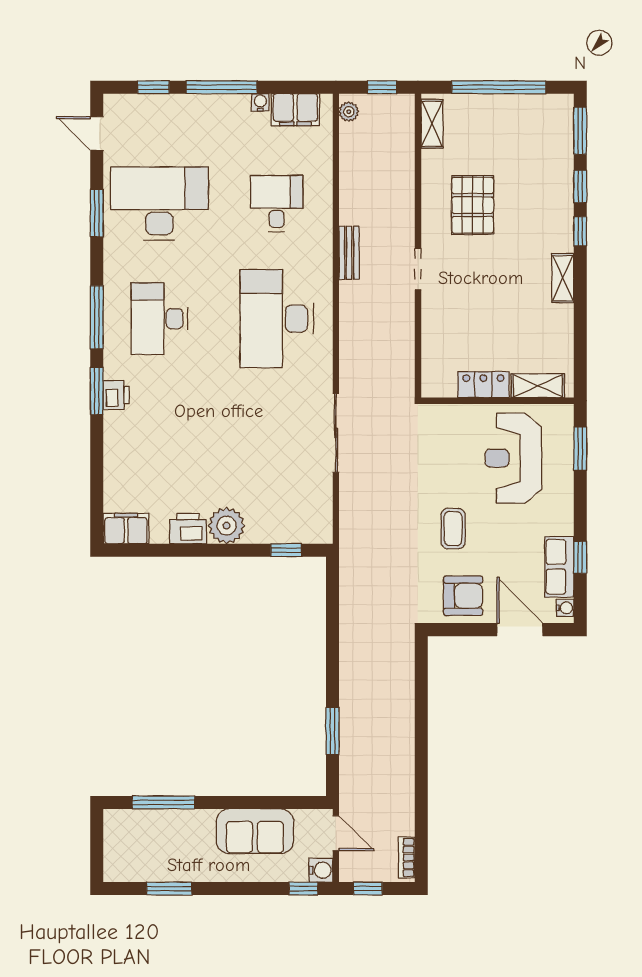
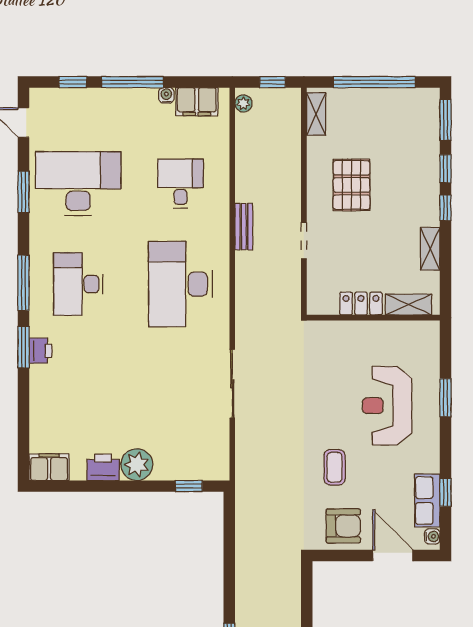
locker: (483, 385) -> (361, 304), moved
shelving: (538, 386) -> (408, 305), moved
wall: (497, 401) -> (373, 318), moved

